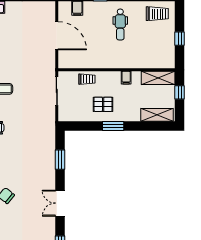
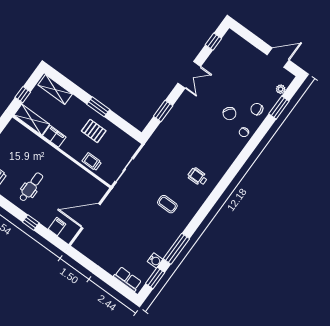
door: (57, 36) -> (91, 216), hinge flipped
filing cabinet: (126, 78) -> (54, 136), width x2.00

